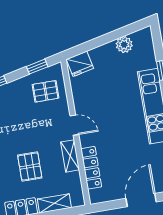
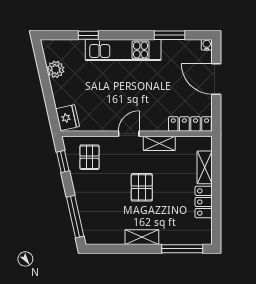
pallet: (30, 166) -> (142, 187), moved, turned 90
locker: (91, 168) -> (190, 124), moved

